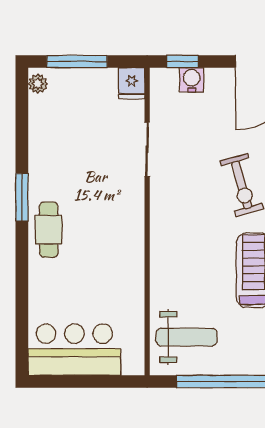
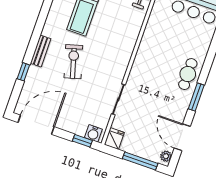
water cooler: (192, 80) -> (93, 133), moved
door: (22, 124) -> (182, 137), added

